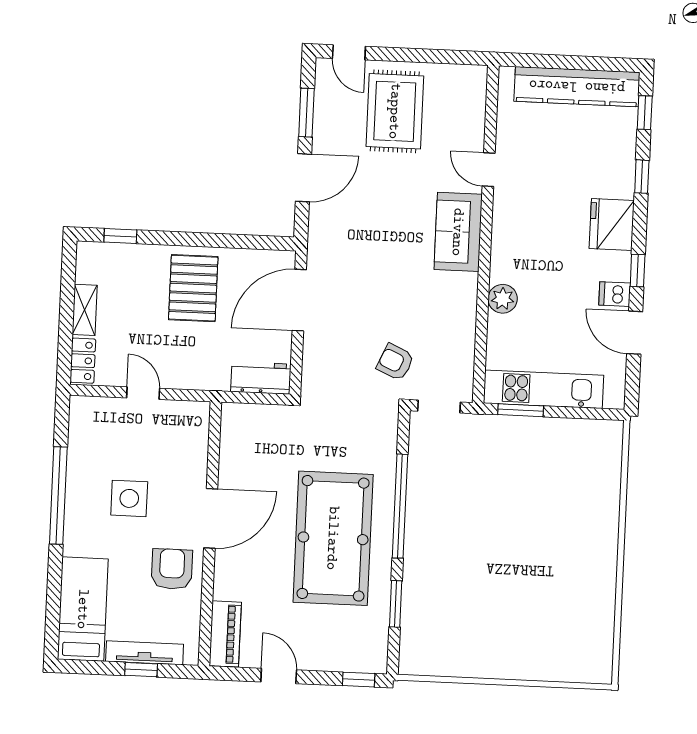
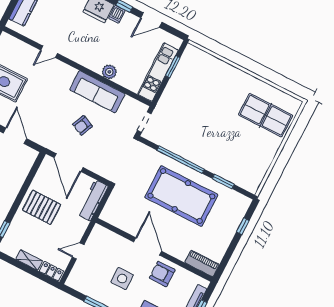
sofa: (458, 232) -> (97, 92), moved, width x1.36
dishwasher: (615, 294) -> (117, 14), moved
armchair: (395, 362) -> (82, 125), moved
workbench: (261, 378) -> (93, 200), width x1.38
window: (521, 410) -> (173, 67), moved
table tennis table: (555, 626) -> (266, 115), added
door: (279, 676) -> (231, 248), removed
window: (359, 680) -> (243, 226), moved

